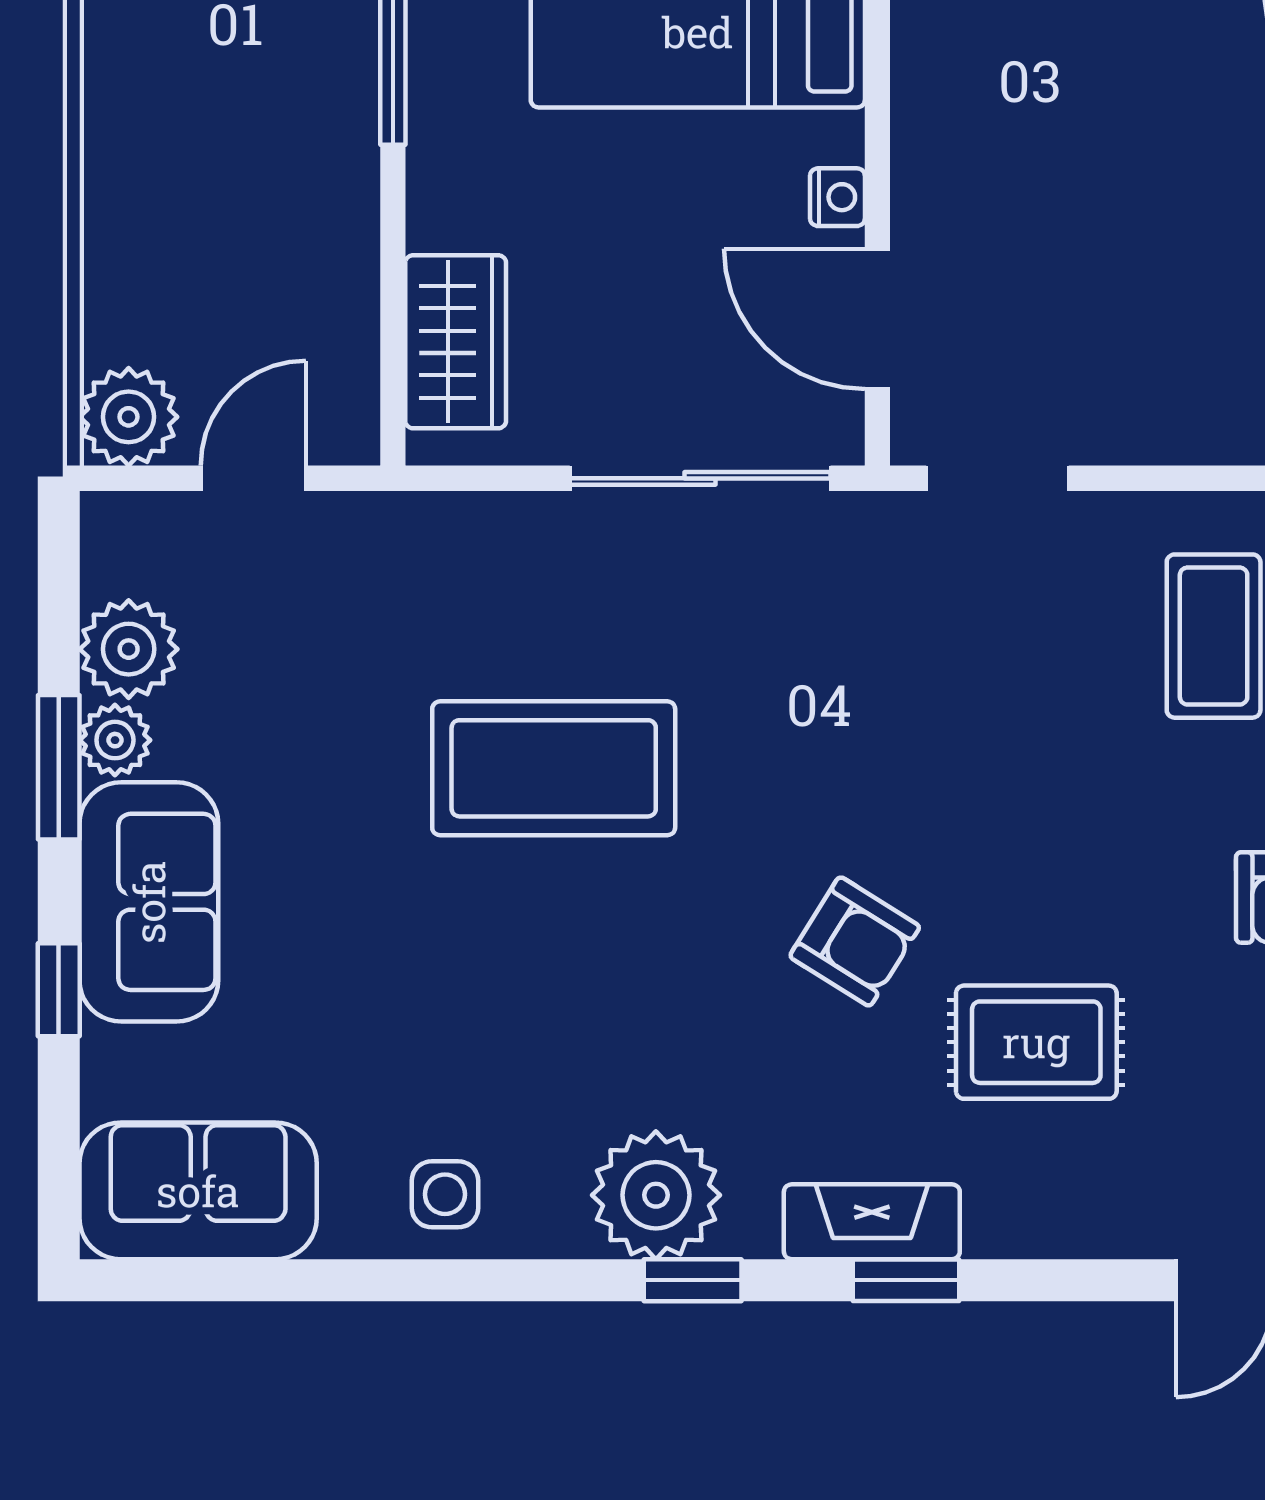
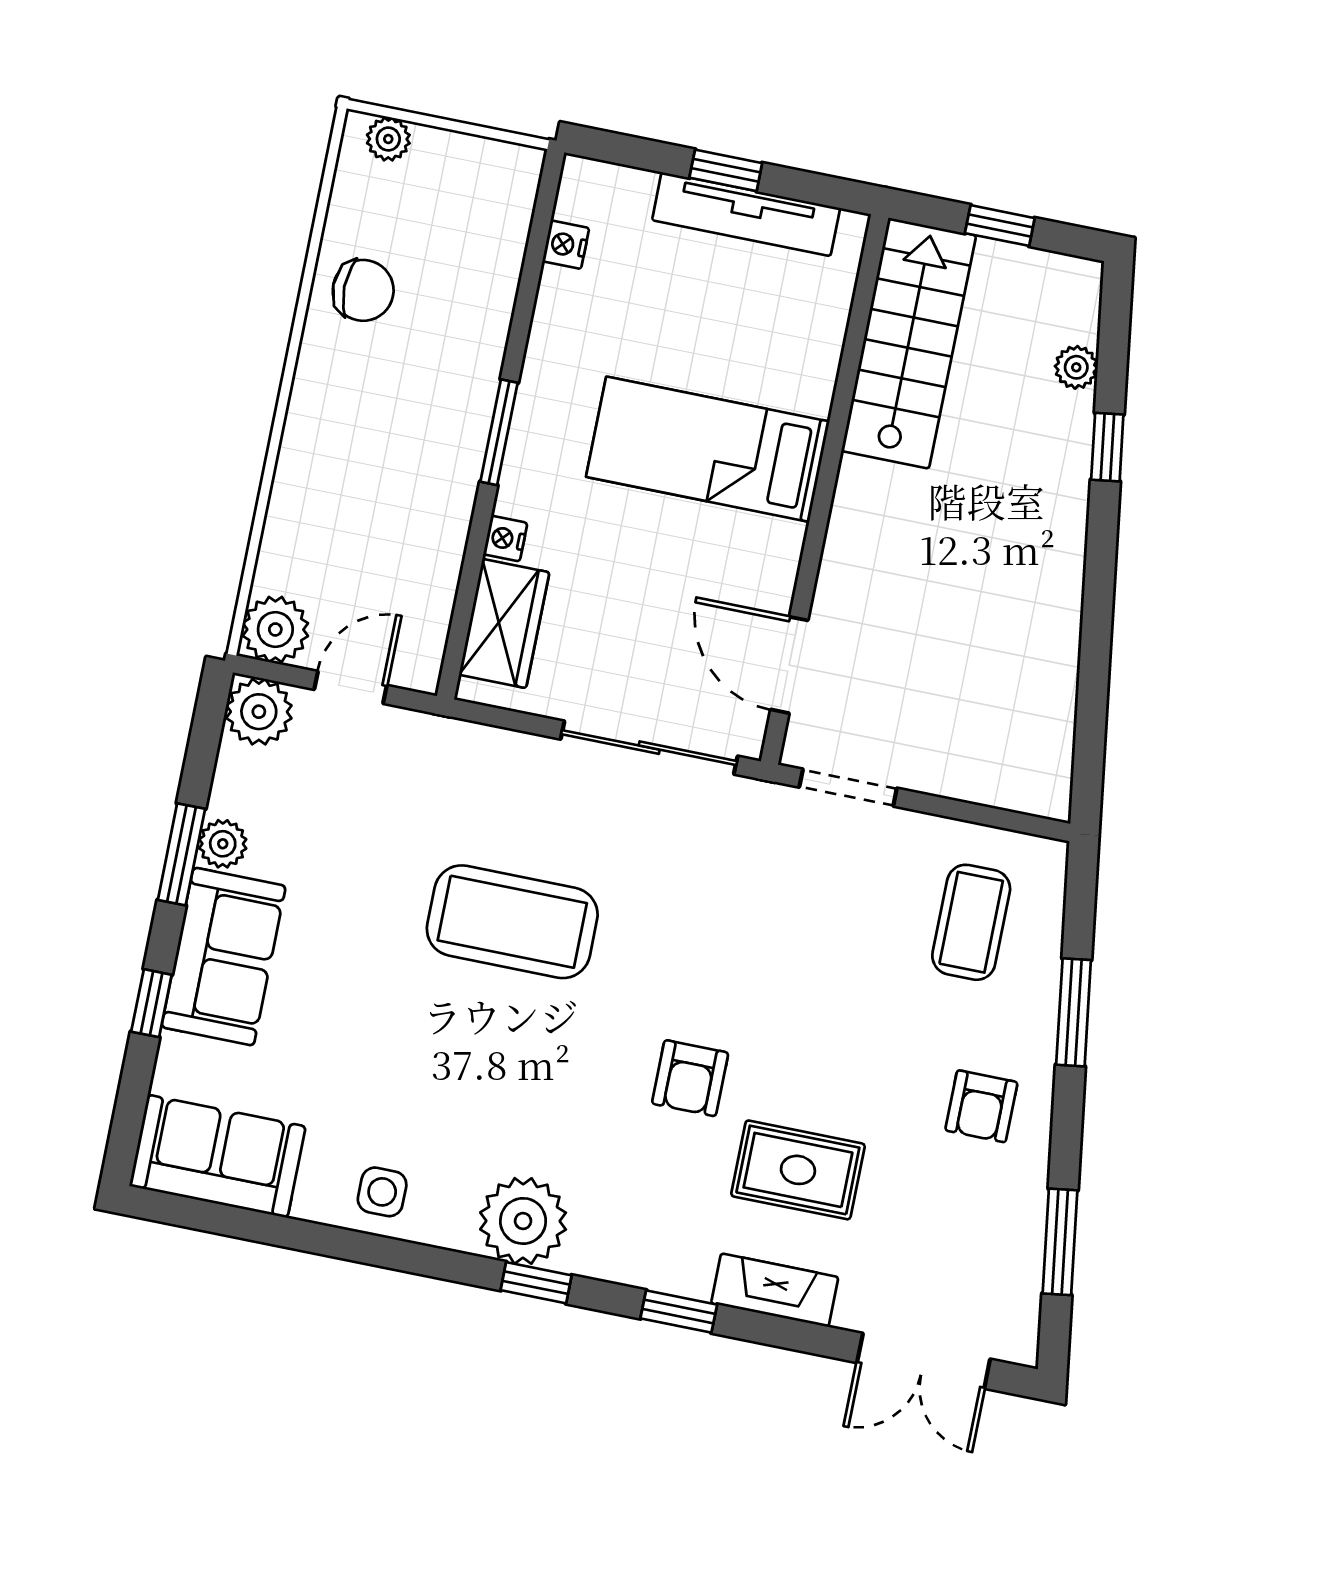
nightstand: (837, 197) -> (505, 539), moved, turned 180
plant: (129, 649) -> (259, 712), moved
armchair: (855, 941) -> (690, 1078), turned 58
fireplace: (872, 1222) -> (775, 1290), moved

